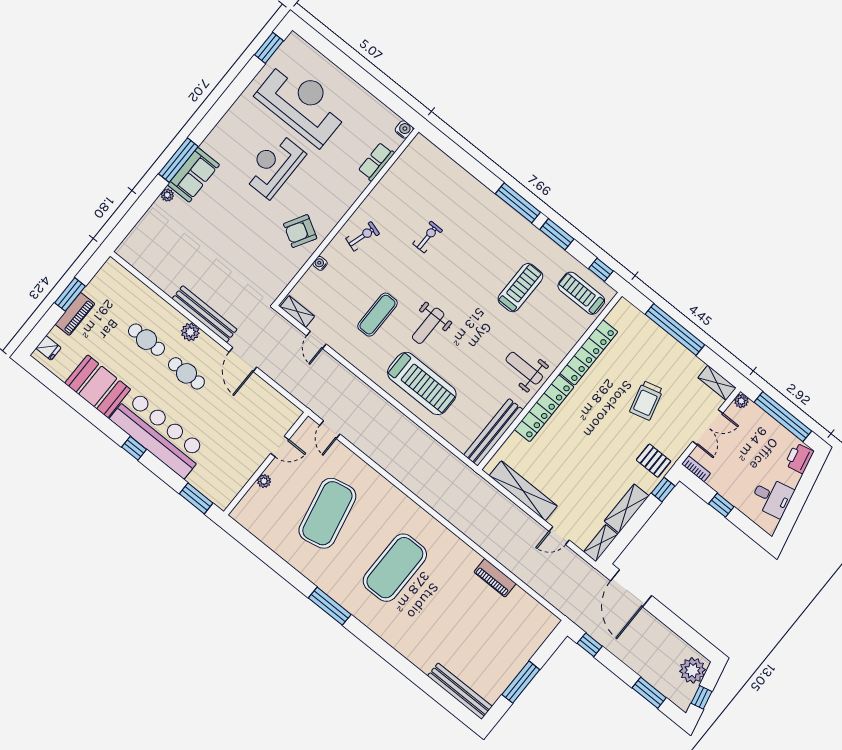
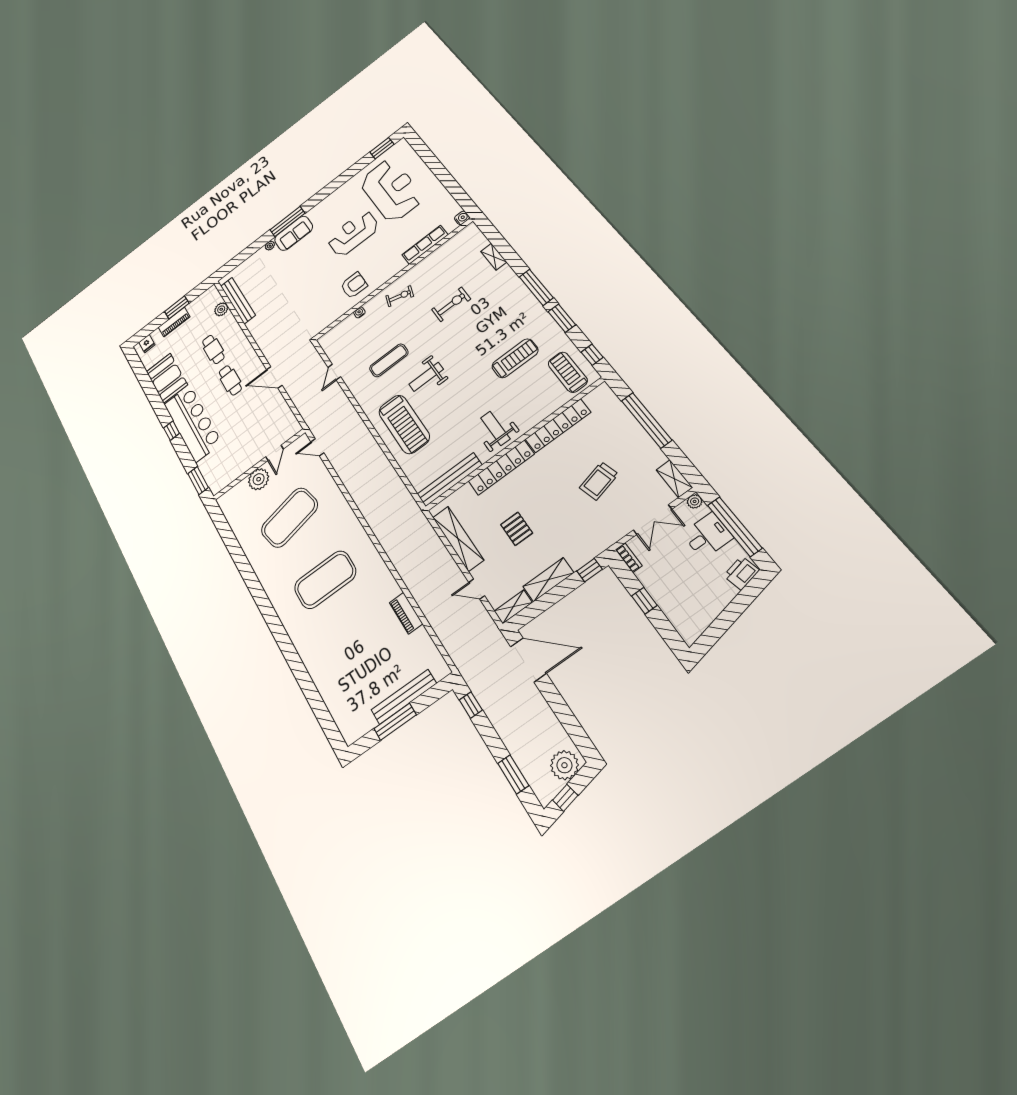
row of seats: (376, 162) -> (425, 245), width x1.48
armchair: (300, 231) -> (354, 285), turned 150
exercise bike: (428, 237) -> (451, 304), width x1.38, depth x1.39
shelving: (297, 312) -> (494, 257), moved
bench: (205, 314) -> (238, 301), moved
plant: (190, 332) -> (221, 309), moved
door: (243, 360) -> (274, 377), hinge flipped
door: (330, 430) -> (317, 447), hinge flipped
door: (280, 447) -> (275, 453), hinge flipped
pallet: (654, 461) -> (517, 529), moved
plant: (264, 481) -> (259, 479), width x1.87, depth x1.87
desk: (772, 497) -> (707, 536), moved, turned -77
door: (631, 588) -> (528, 660), swing flipped
window: (330, 606) -> (261, 599), removed
bench: (460, 691) -> (404, 697), moved, turned 90

